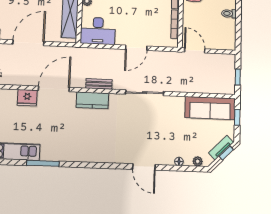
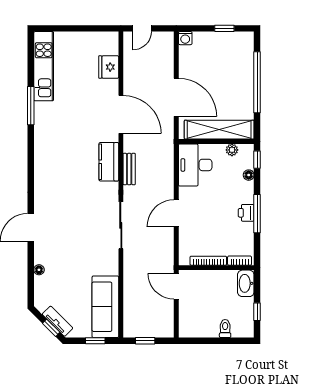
door: (28, 43) -> (176, 97), moved
door: (136, 48) -> (176, 213), hinge flipped
door: (195, 50) -> (176, 286), swing flipped
fridge: (27, 98) -> (109, 67), moved
plant: (198, 161) -> (40, 293), removed

